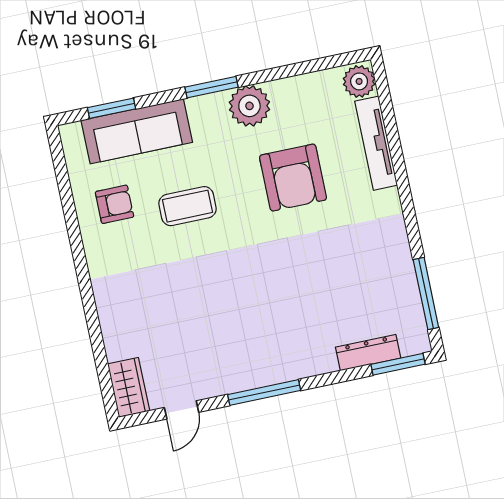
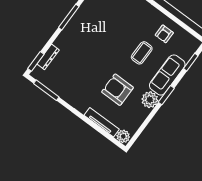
sofa: (137, 131) -> (167, 75), moved

